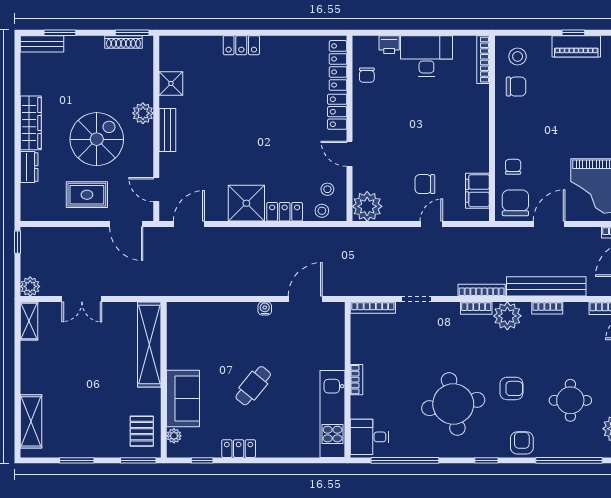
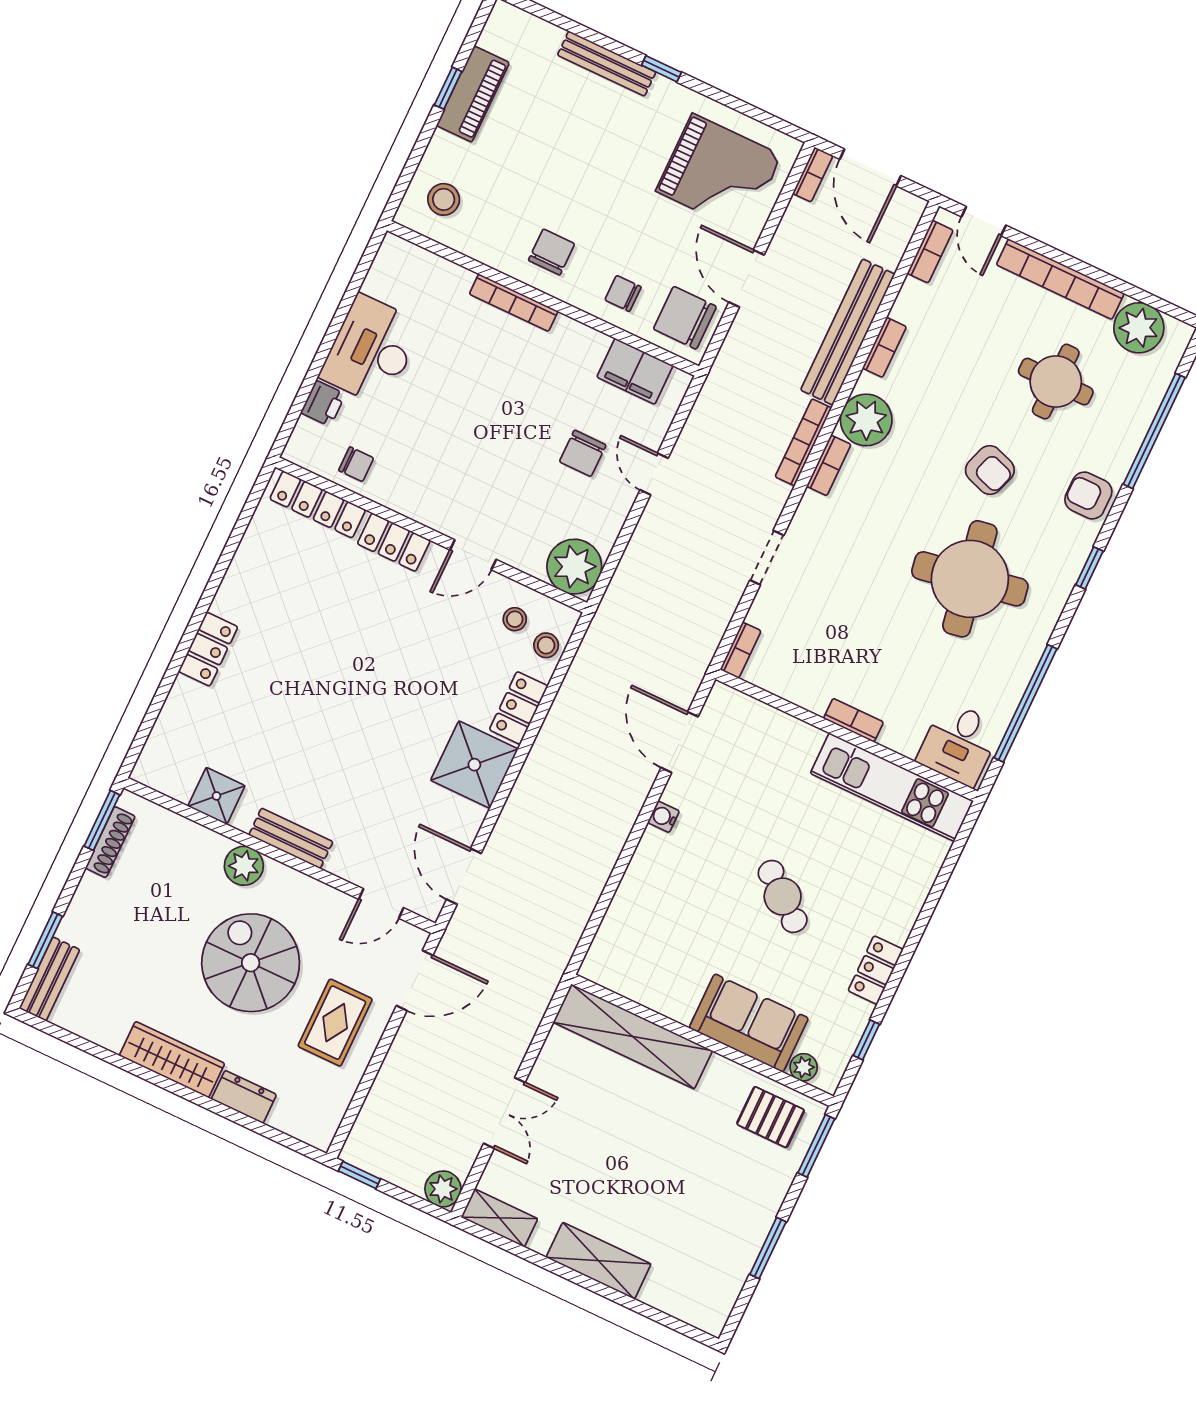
bookcase: (483, 60) -> (514, 303), moved
chair: (516, 87) -> (551, 252), moved
bookcase: (373, 308) -> (741, 650), width x0.64
armchair: (511, 388) -> (990, 470), turned 109
shelving: (31, 421) -> (599, 1261), moved

